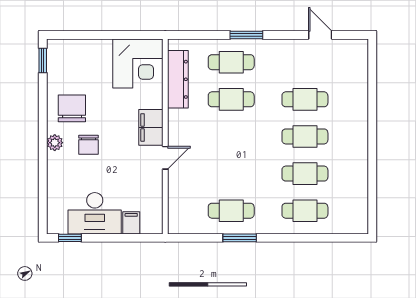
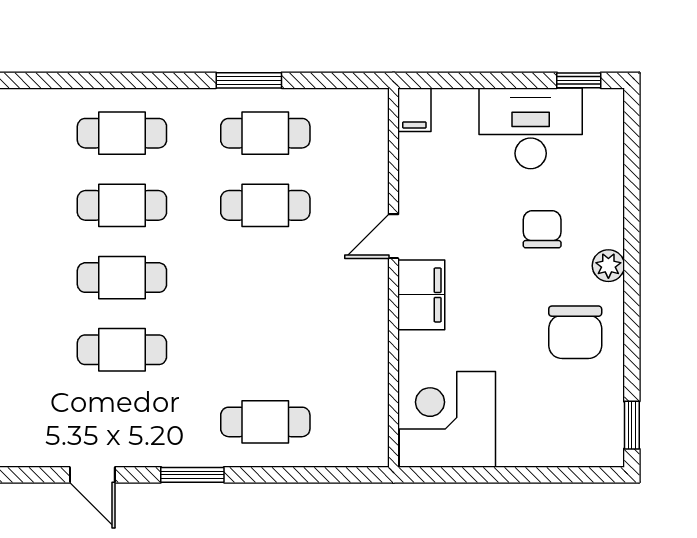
window: (246, 35) -> (192, 475), moved
dresser: (178, 79) -> (369, 389), removed
cafe table: (231, 99) -> (265, 205), moved
chair: (88, 145) -> (542, 229), moved
filing cabinet: (131, 223) -> (414, 110), moved

